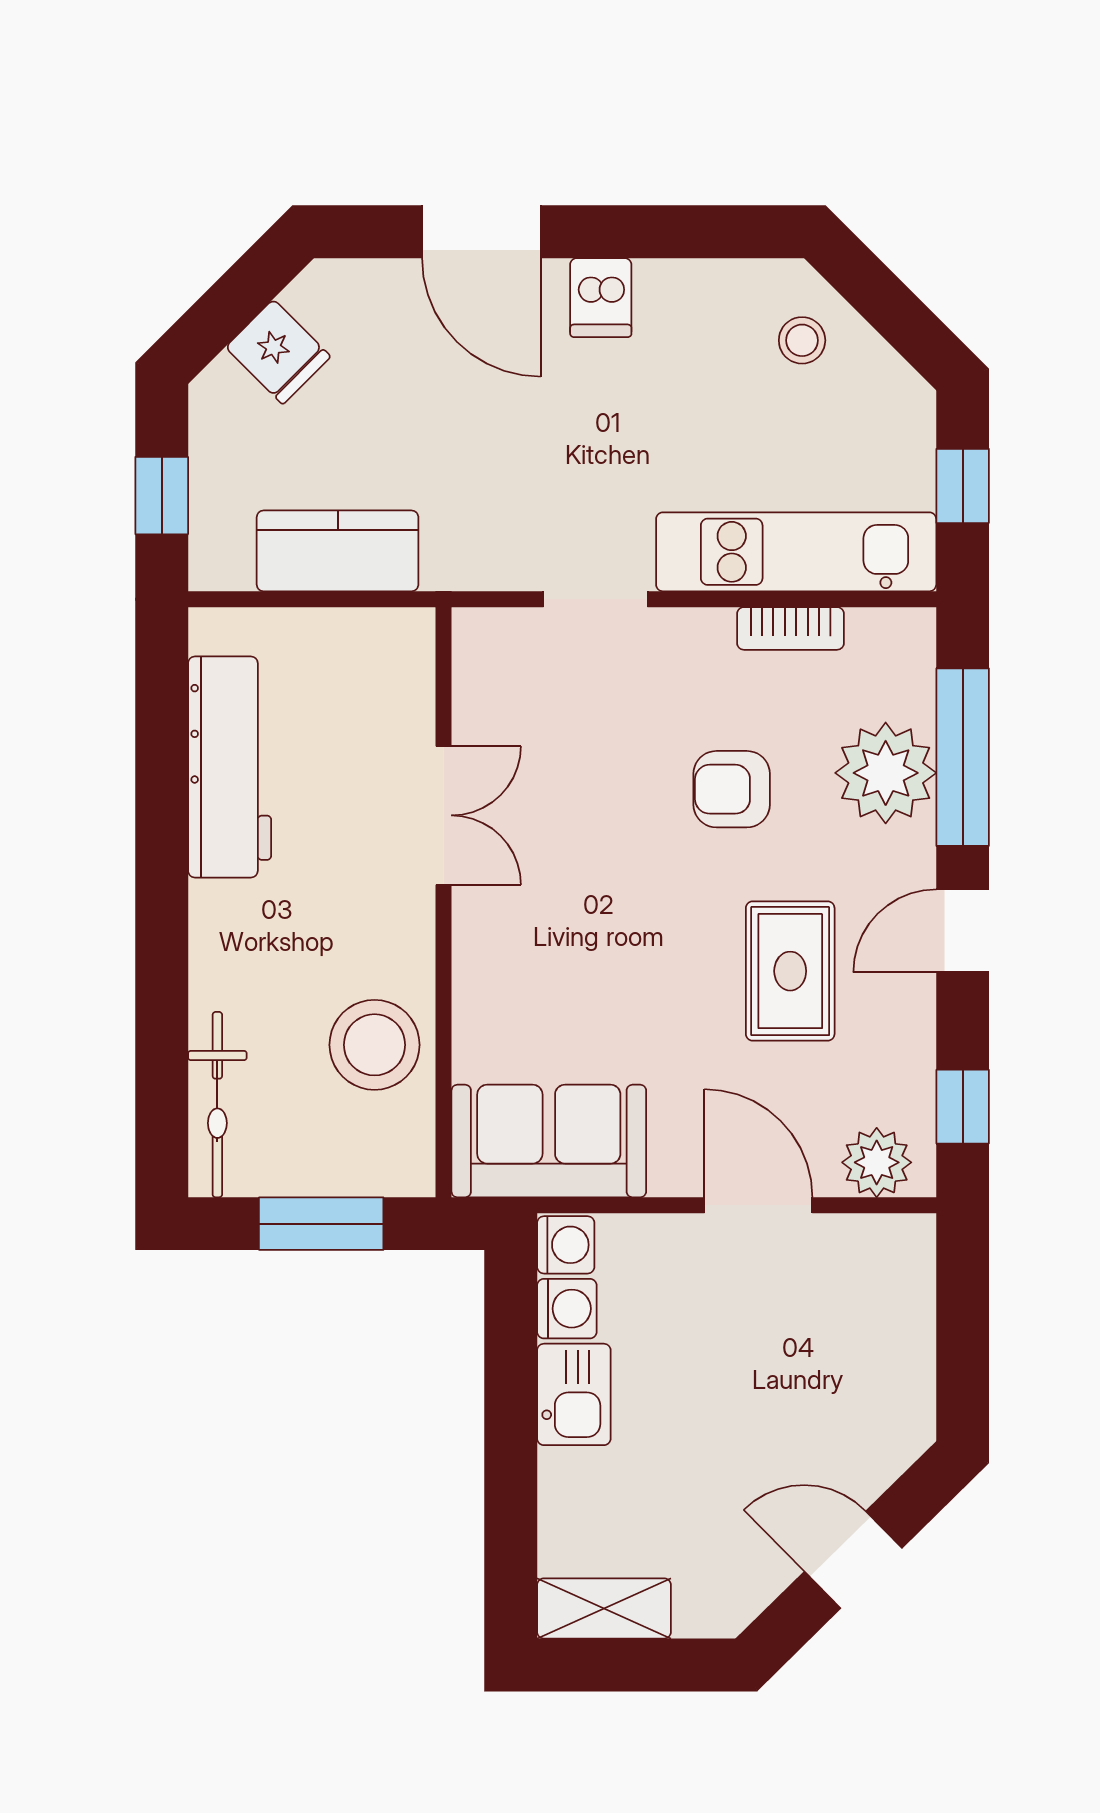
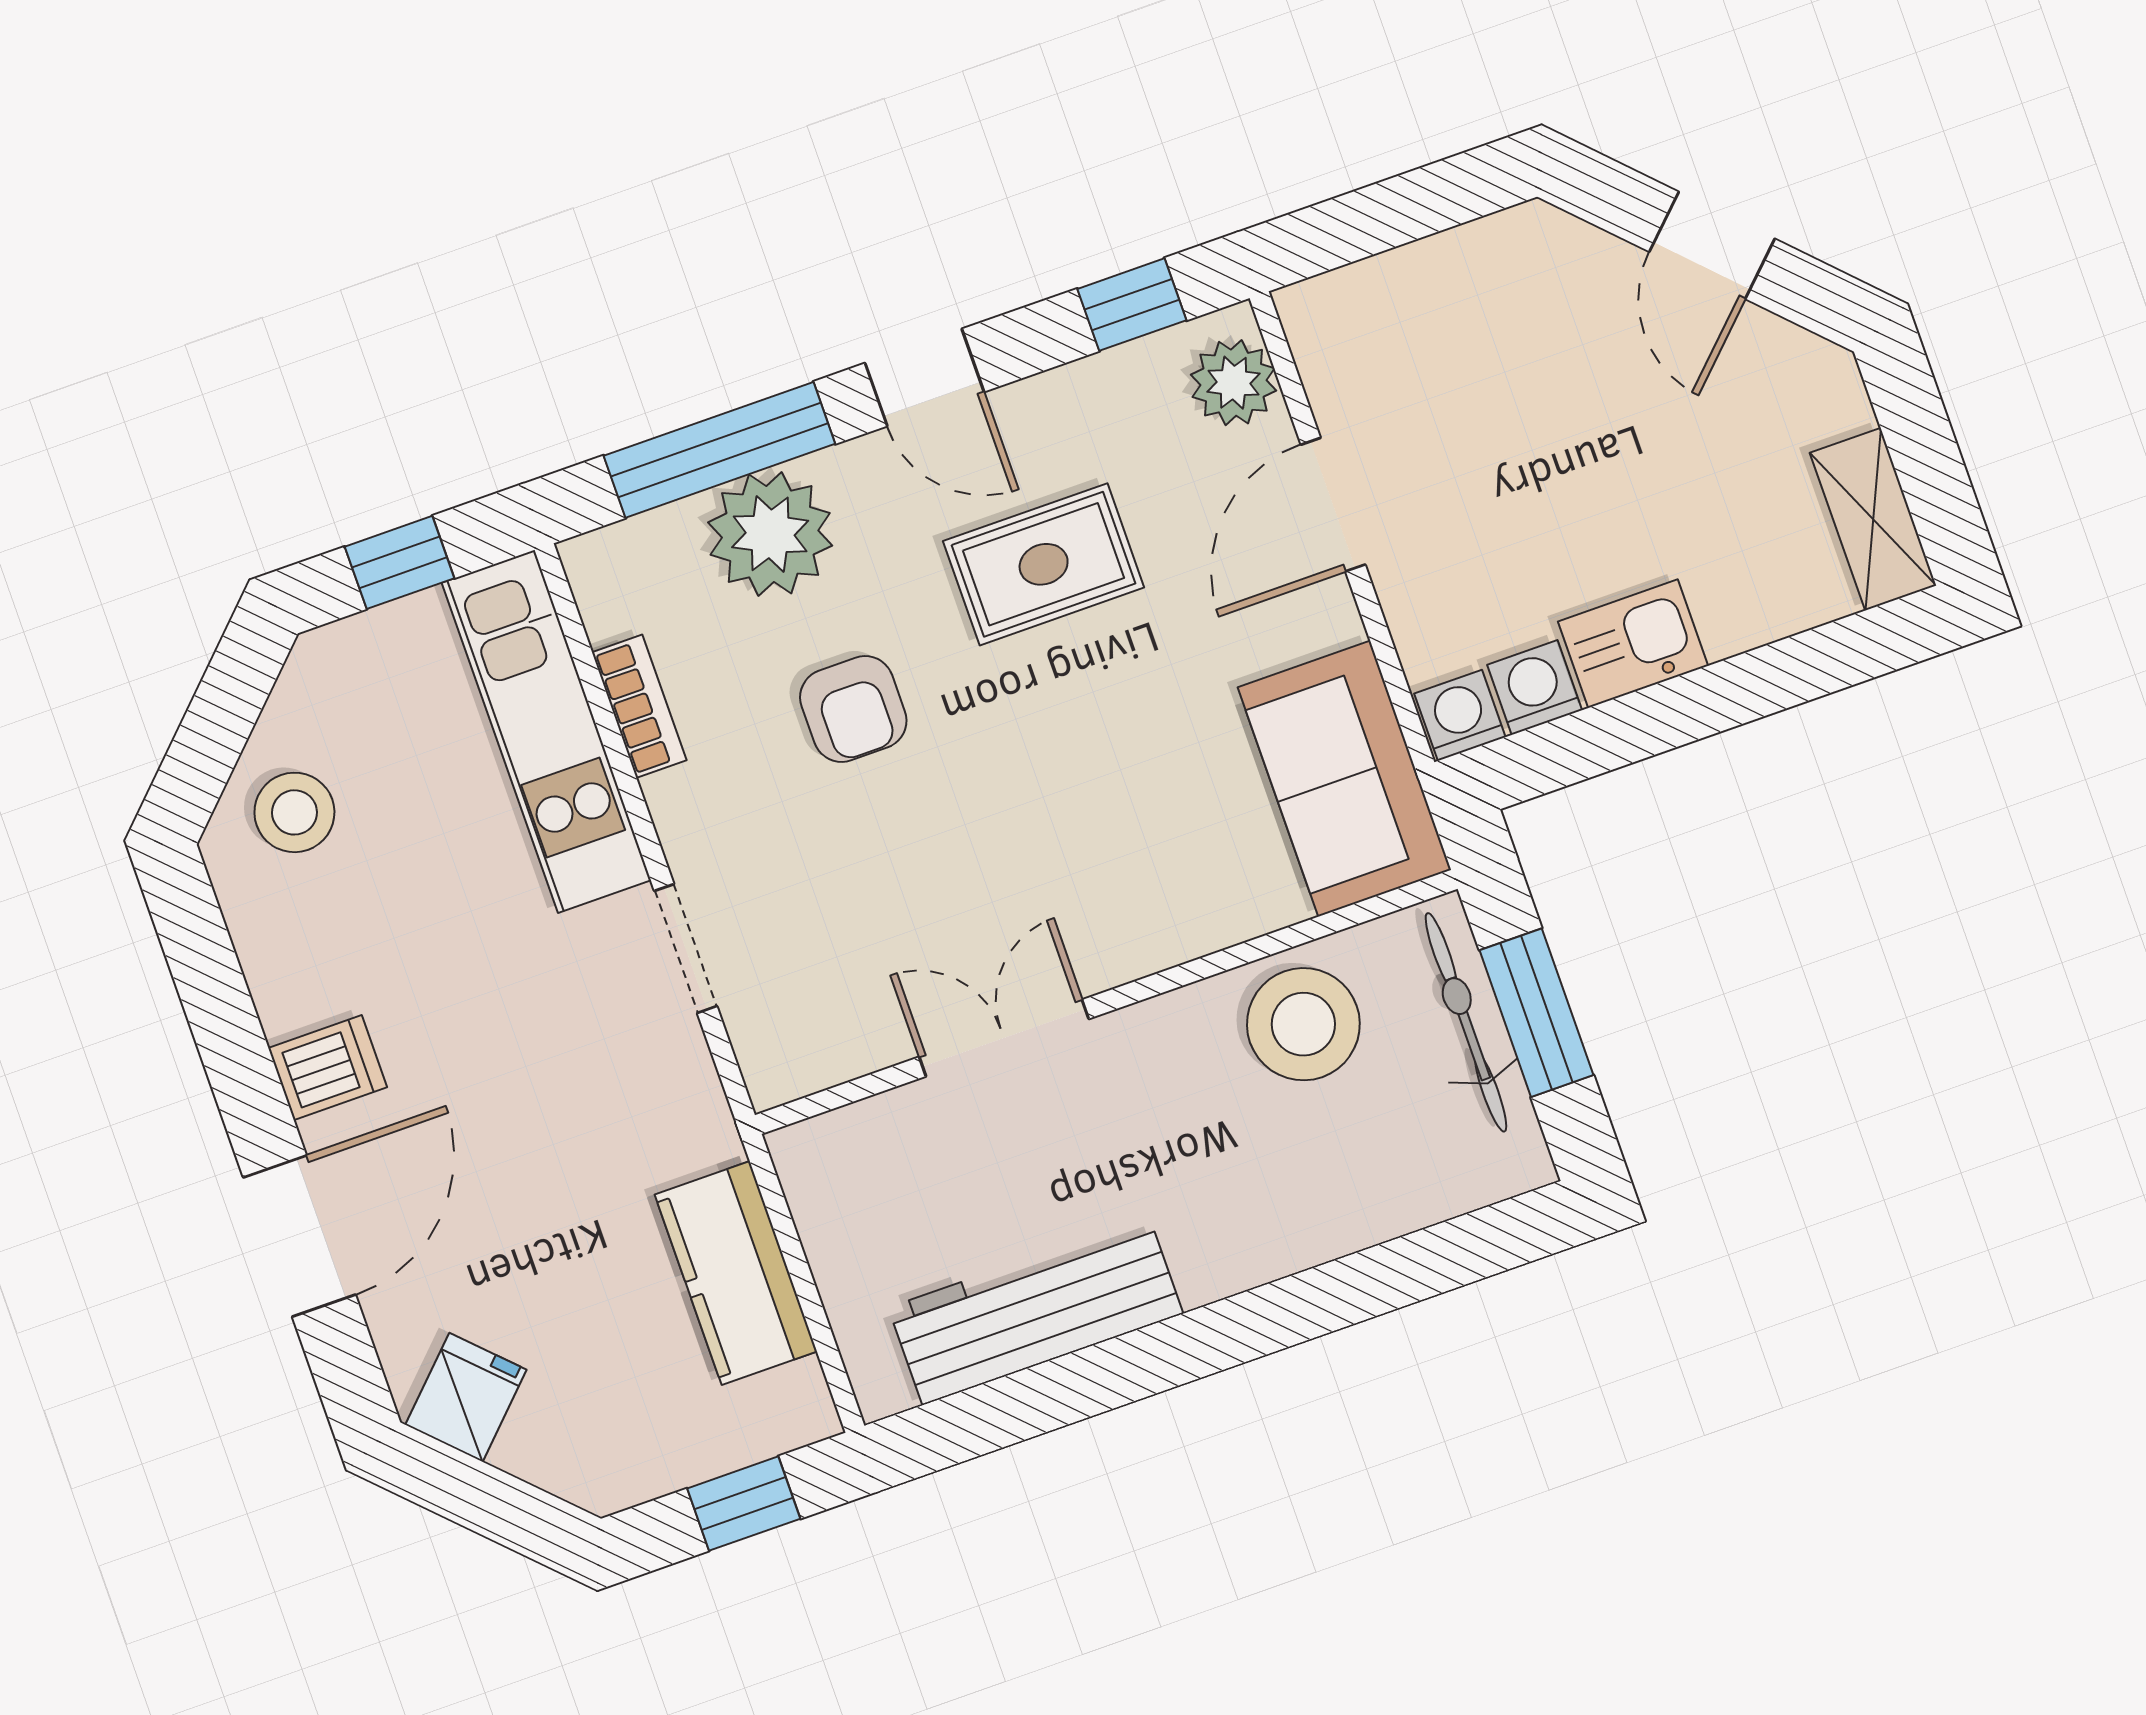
stool: (802, 340) -> (294, 812), width x1.37, depth x1.37
fridge: (278, 352) -> (466, 1397), moved
bicycle: (217, 1105) -> (1466, 1022), moved, turned -90

